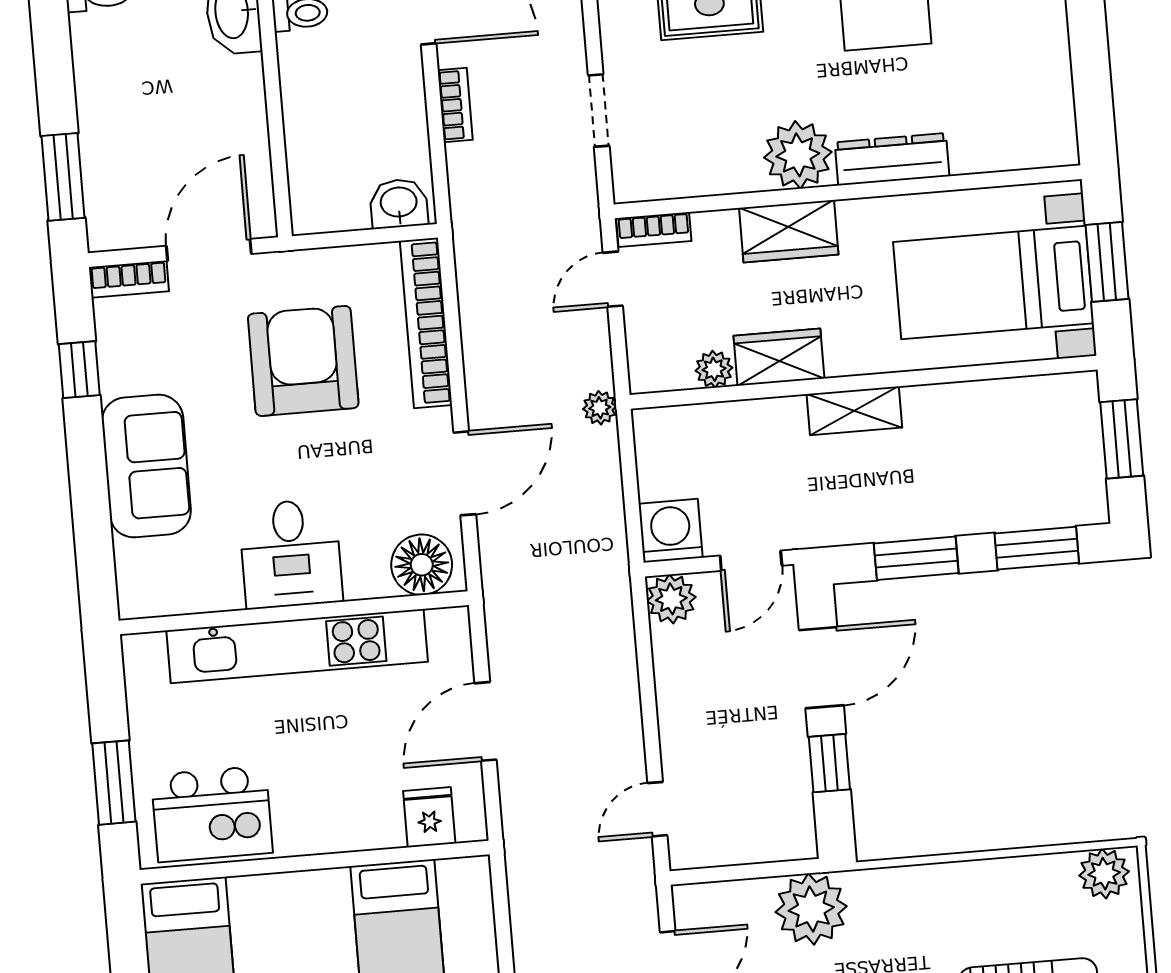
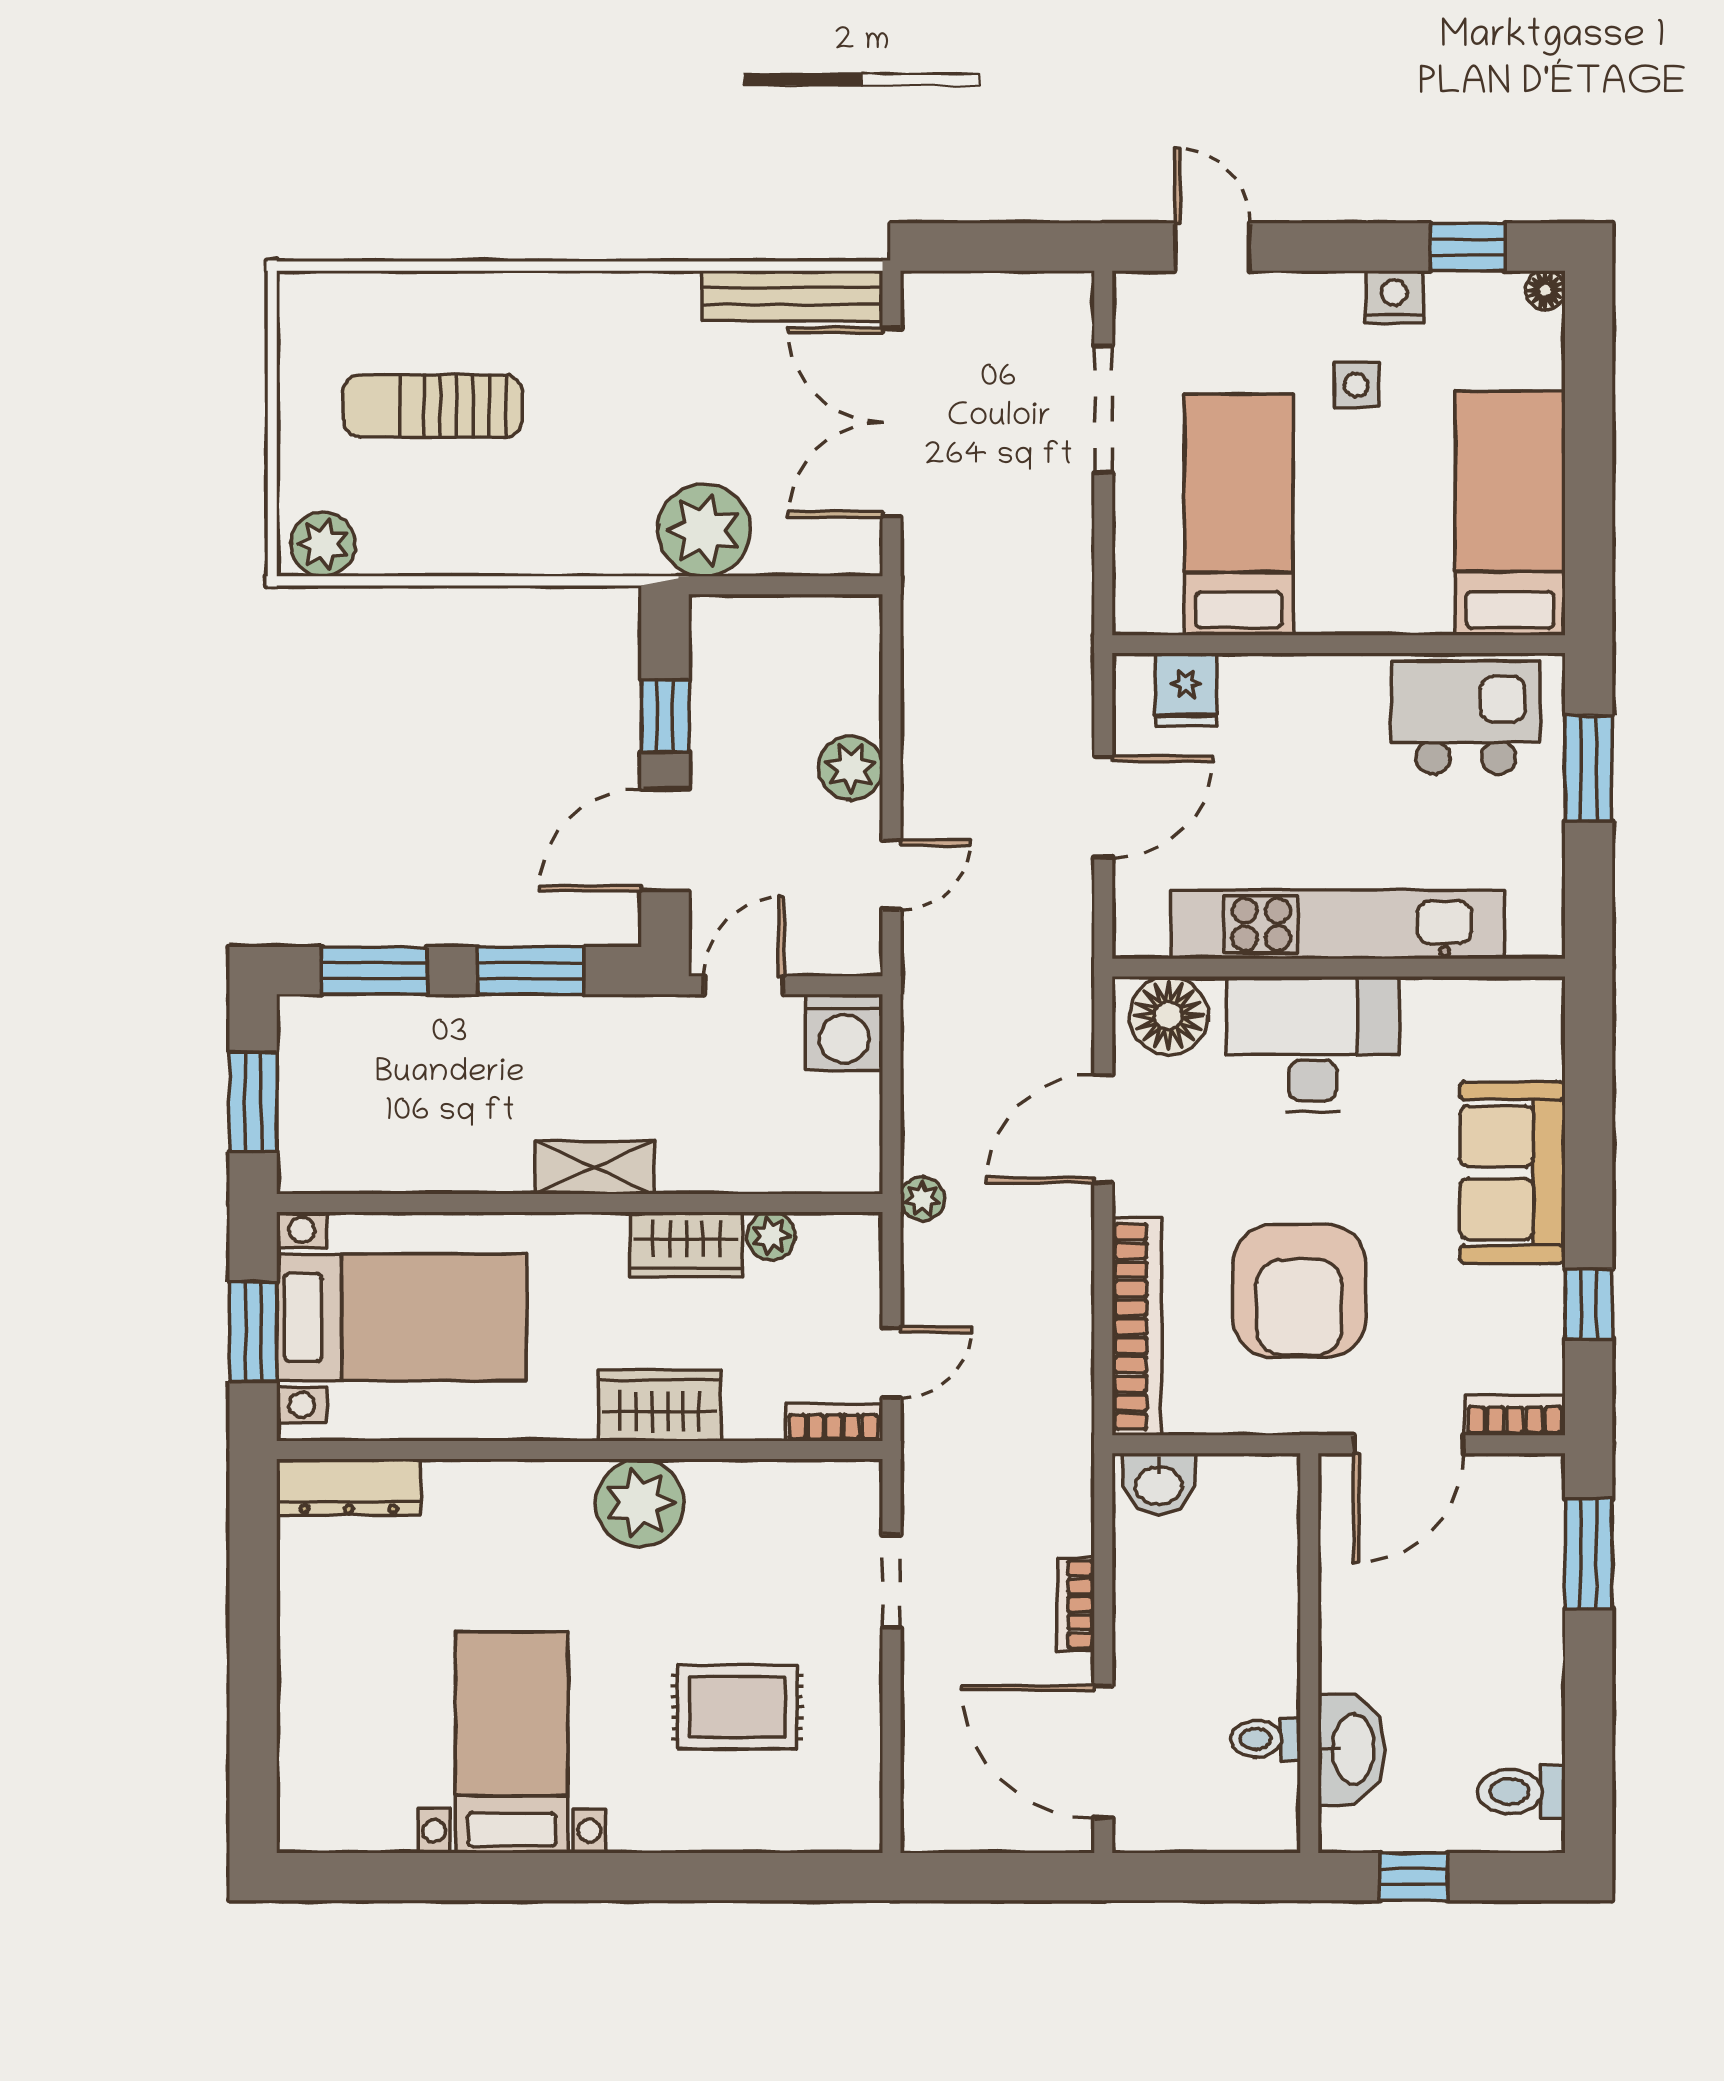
dresser: (892, 159) -> (349, 1487), moved
desk: (291, 554) -> (1313, 1044), width x1.37
plant: (671, 599) -> (851, 768), moved
door: (657, 809) -> (891, 875), moved

